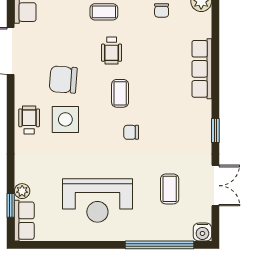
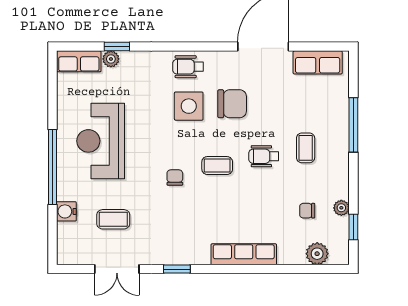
chair: (63, 80) -> (232, 104), turned 86
wheelchair: (29, 120) -> (188, 67), turned 180
window: (11, 205) -> (117, 47), moved
water cooler: (202, 232) -> (66, 211), moved
window: (160, 245) -> (52, 167), moved

